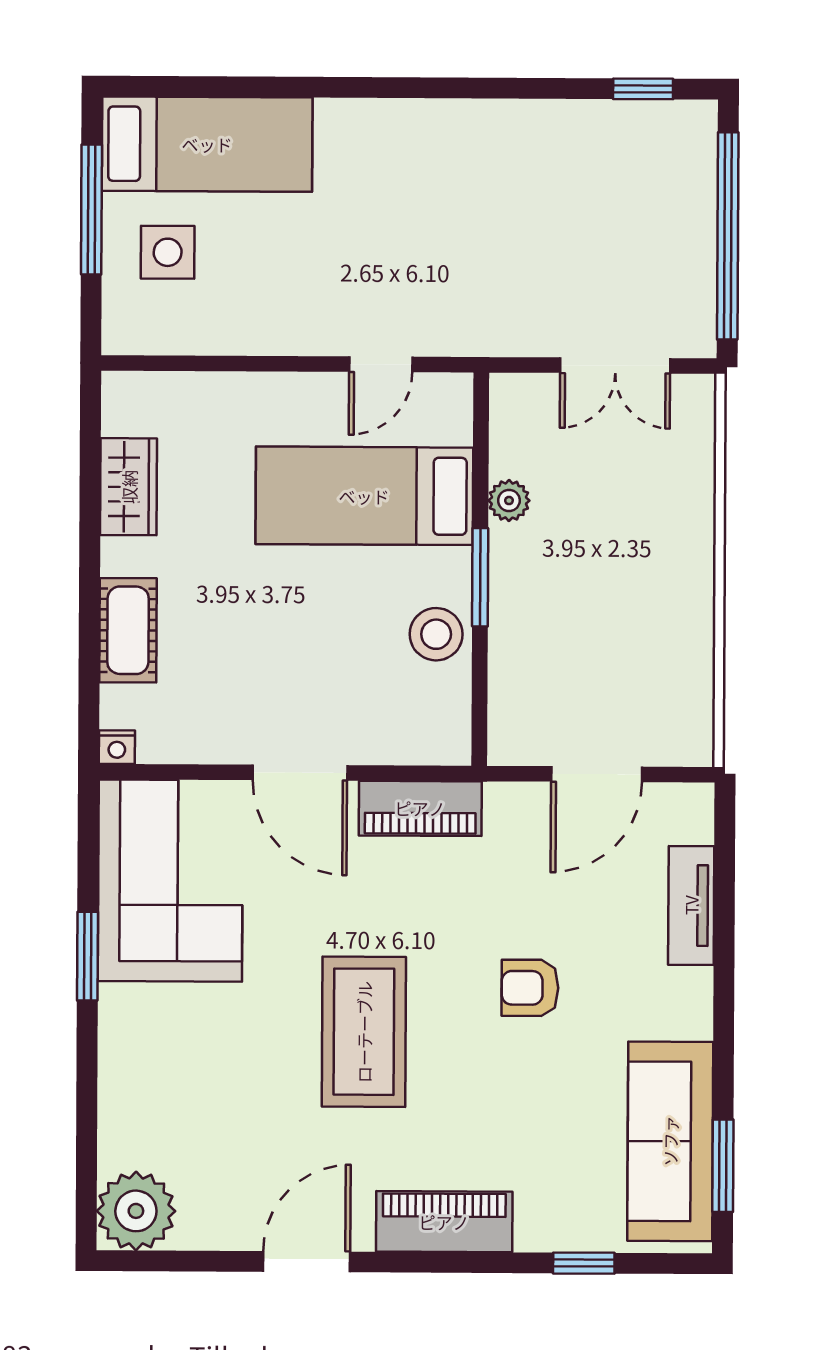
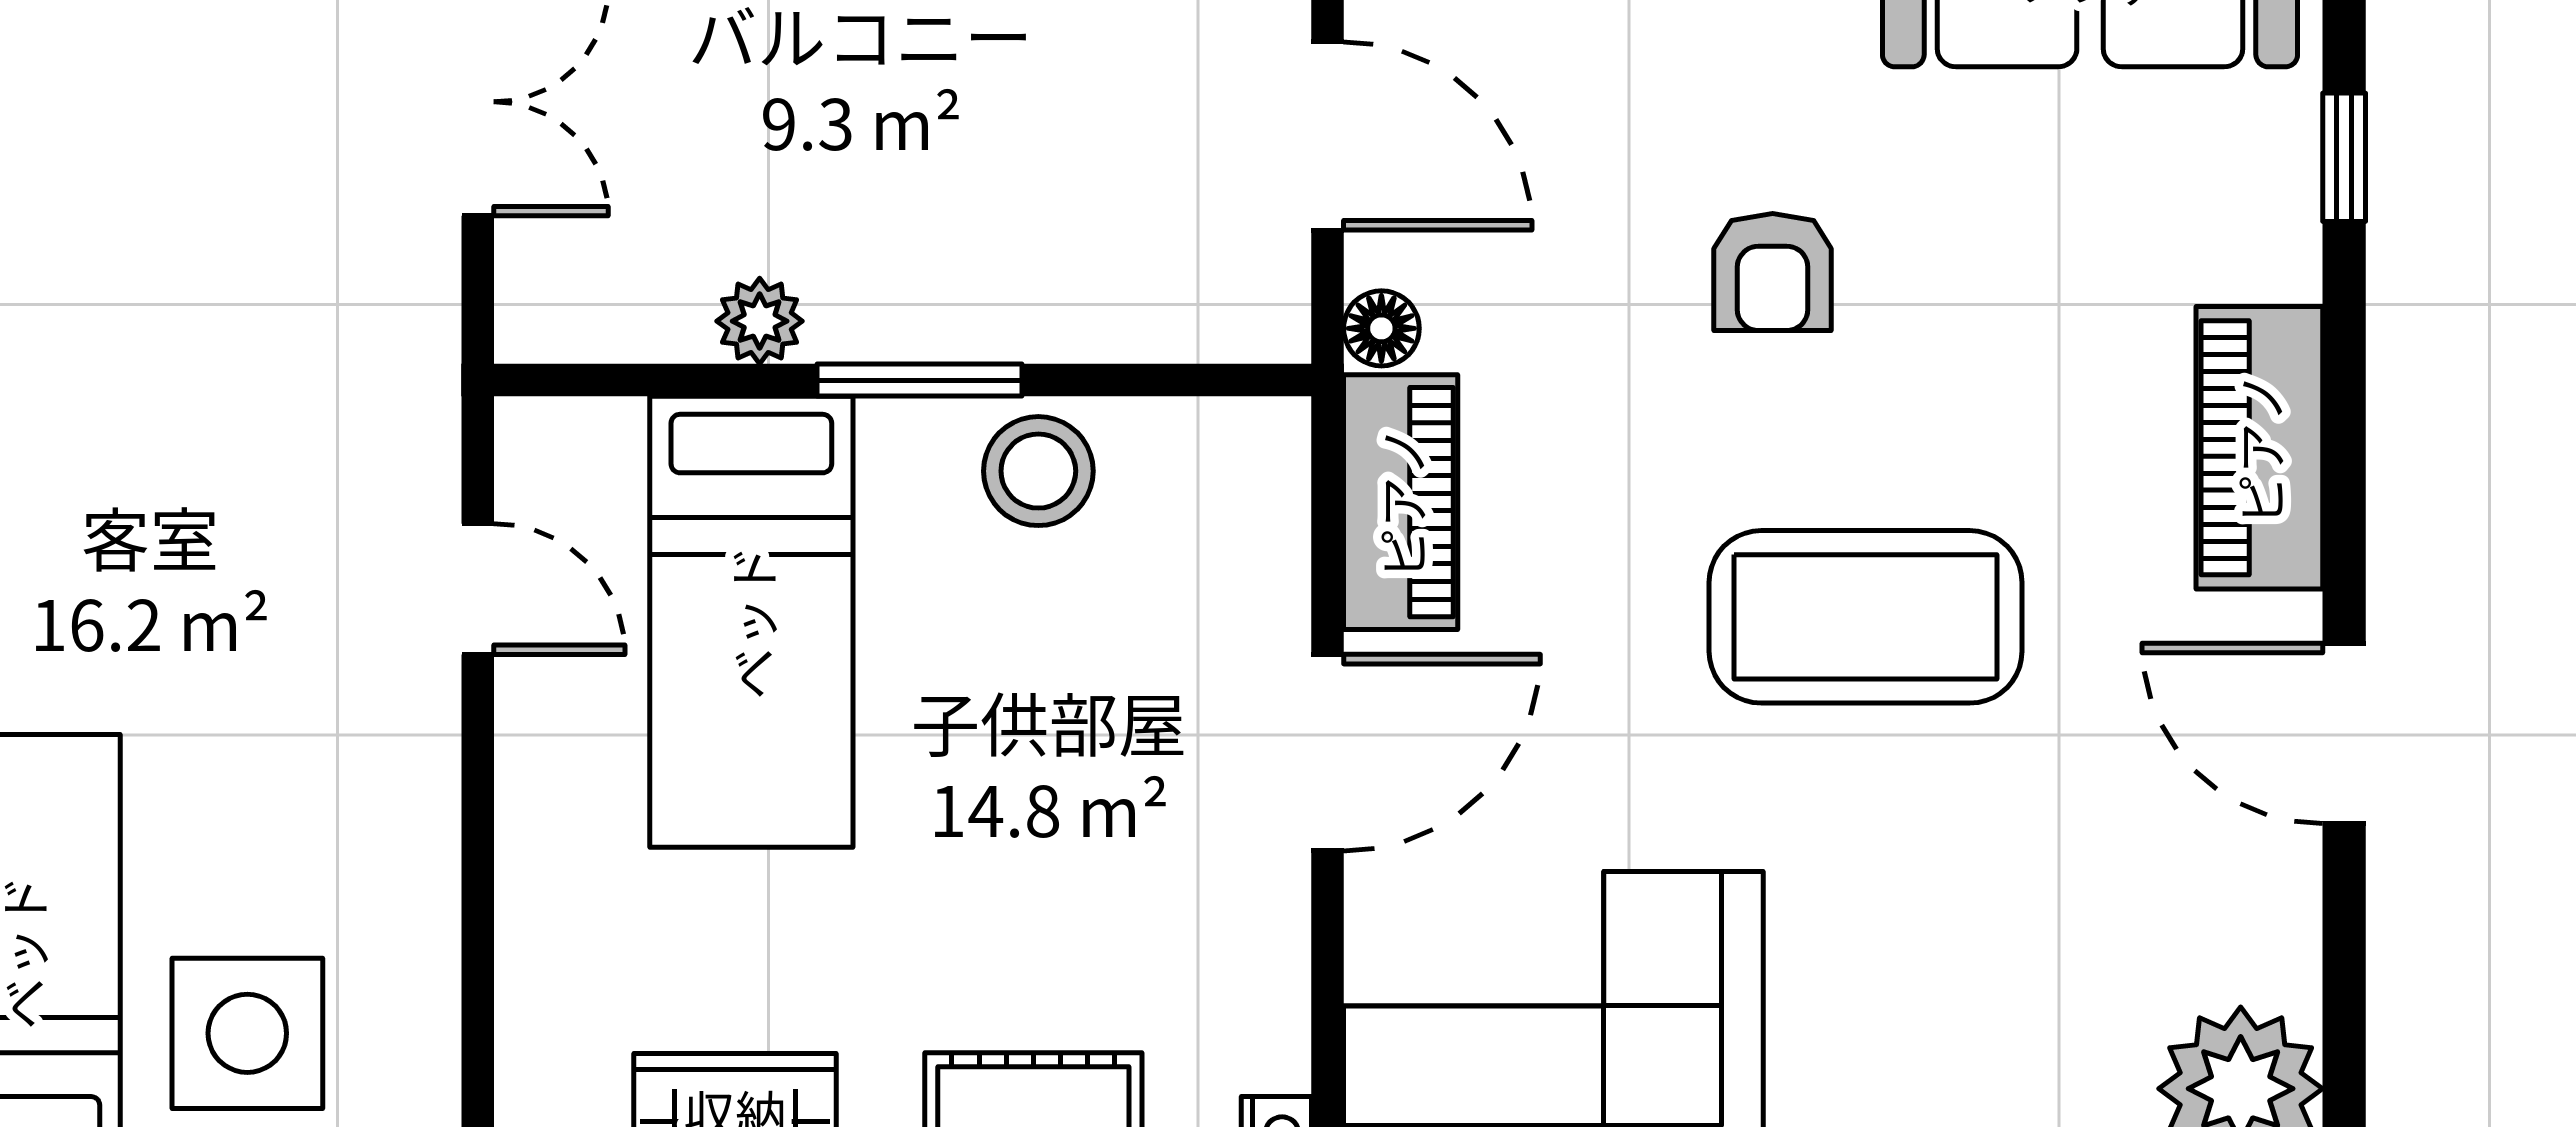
side table: (168, 252) -> (247, 1033), width x1.37, depth x1.37
floor lamp: (504, 800) -> (1381, 328), added

